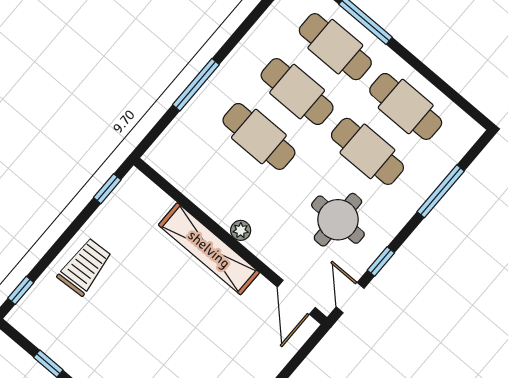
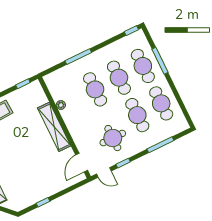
plant: (241, 230) -> (61, 105), moved
door: (350, 298) -> (104, 172), swing flipped

